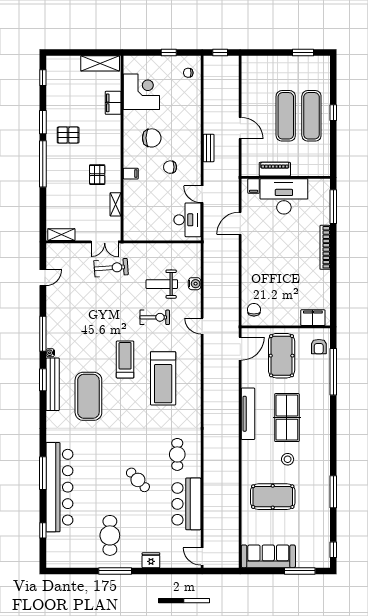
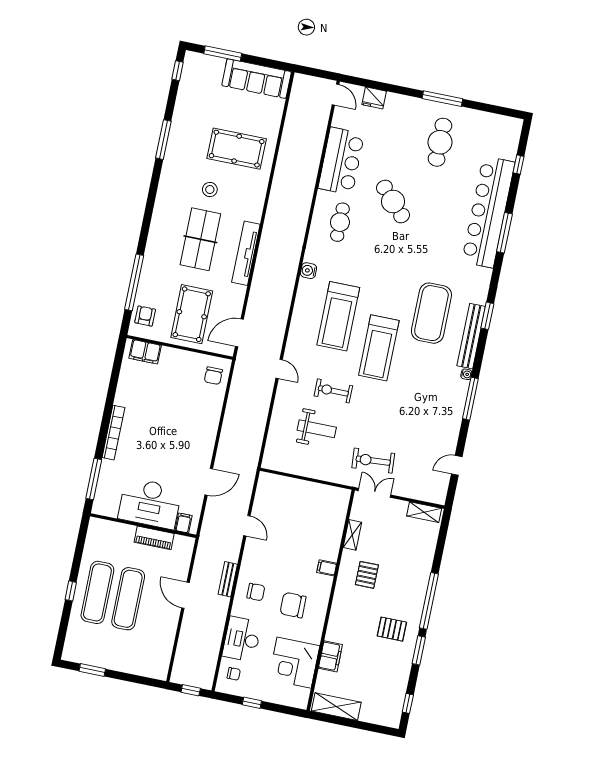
chair: (170, 167) -> (256, 592), moved
desk: (187, 220) -> (242, 639), moved
water cooler: (195, 284) -> (308, 271), moved
treadmill: (125, 359) -> (379, 348), width x1.37, depth x1.38
treadmill: (163, 378) -> (338, 316), turned 180
window: (43, 380) -> (487, 316), moved
cafe table: (138, 480) -> (393, 201), width x1.37, depth x1.35
fridge: (151, 560) -> (374, 98), moved

